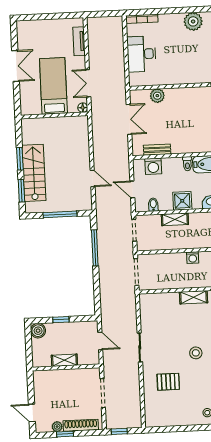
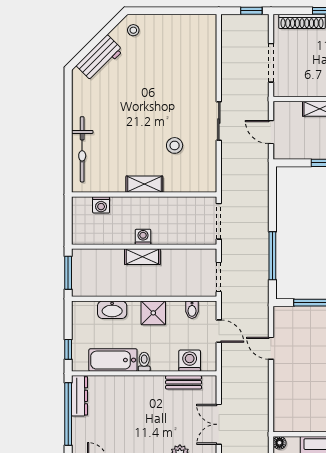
shelving: (175, 219) -> (142, 257), moved
stool: (196, 353) -> (175, 145), moved
pallet: (168, 382) -> (183, 74), removed

